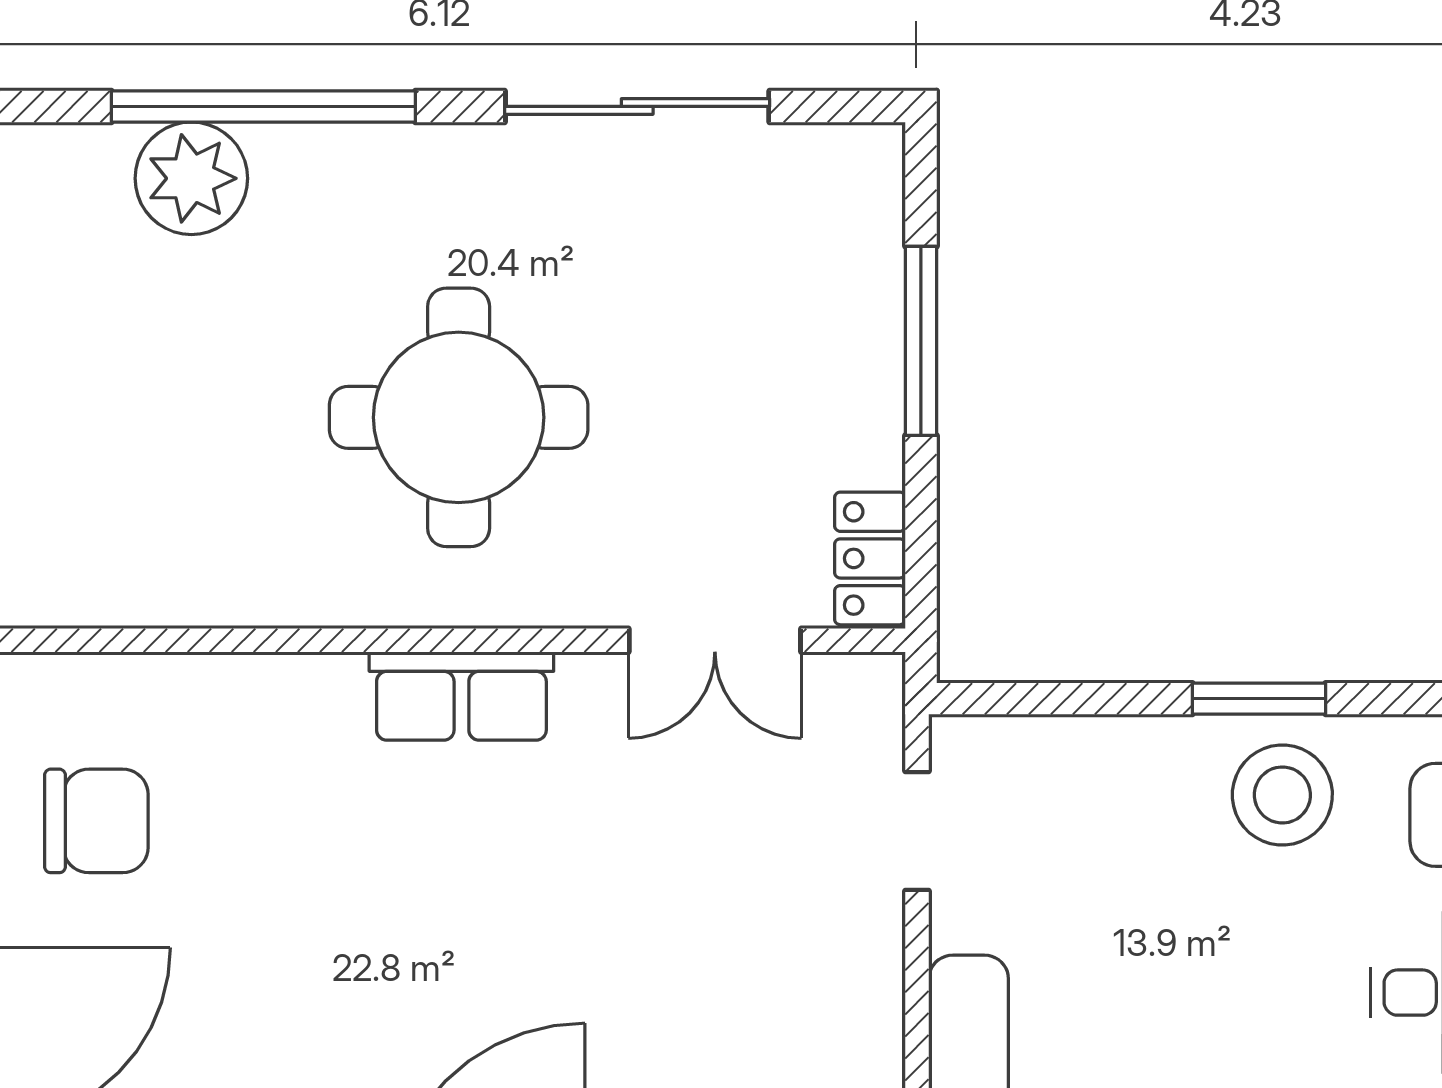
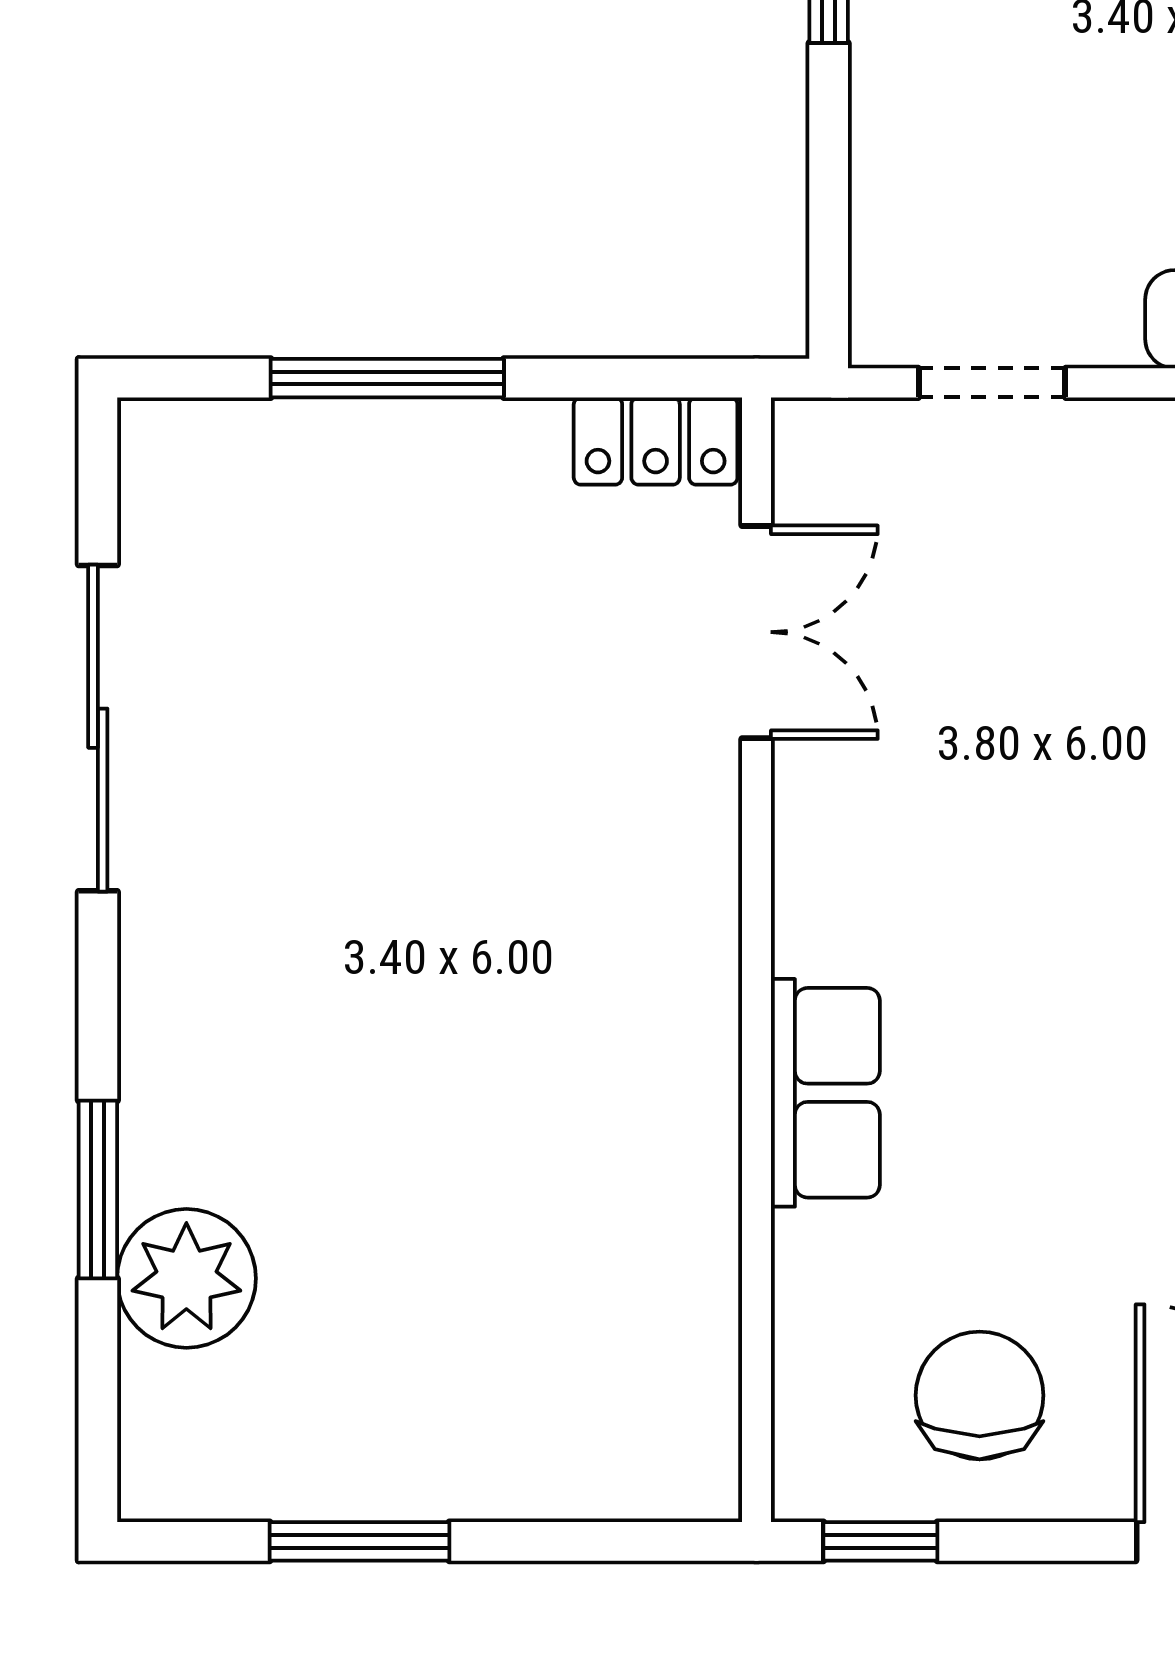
window: (263, 106) -> (98, 1189), width x0.47
round table: (459, 417) -> (482, 949), removed
row of seats: (461, 696) -> (825, 1093), moved

